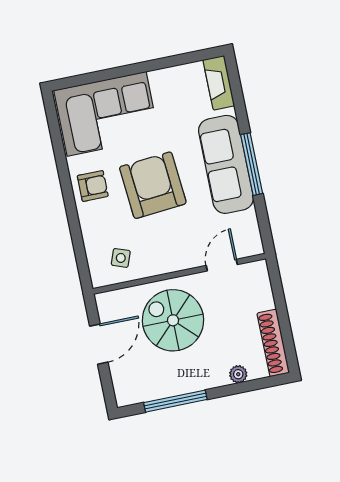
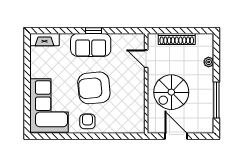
sofa: (226, 164) -> (91, 45), width x0.73
window: (252, 164) -> (93, 31), width x0.46
side table: (121, 258) -> (131, 114), removed
shoe rack: (273, 343) -> (177, 39), moved

